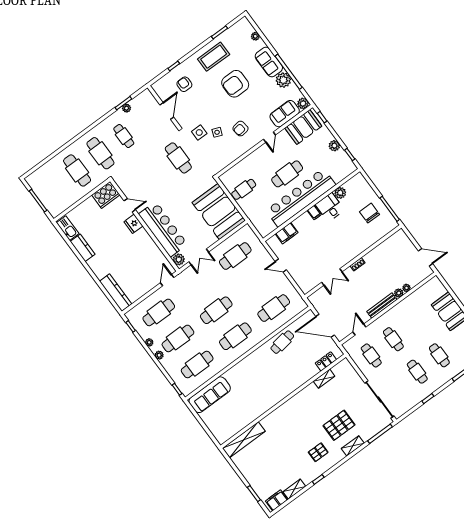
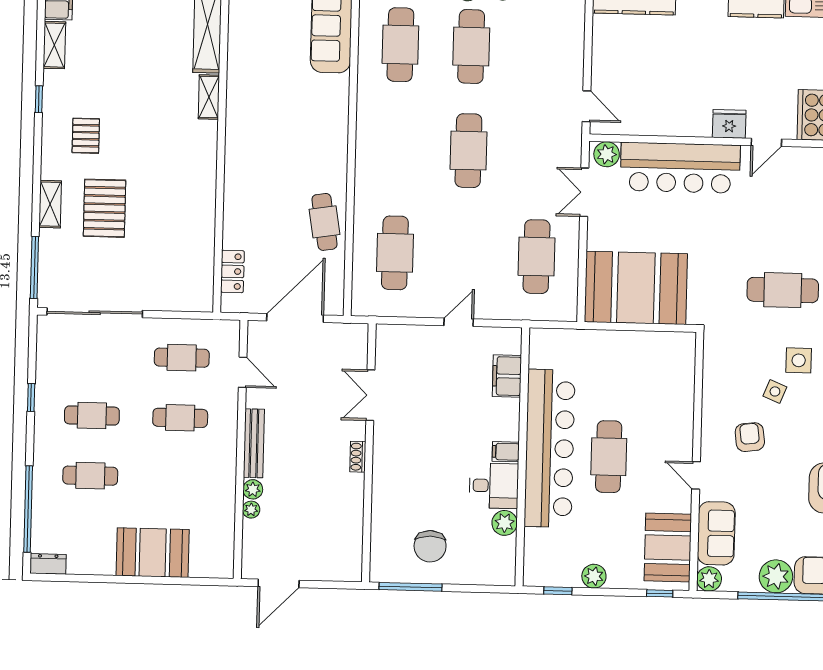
cafe table: (244, 189) -> (640, 361), removed
chair: (370, 213) -> (430, 546), turned 90
cafe table: (159, 312) -> (542, 48), removed
cafe table: (235, 336) -> (398, 149), removed
shelving: (324, 379) -> (209, 97), moved

